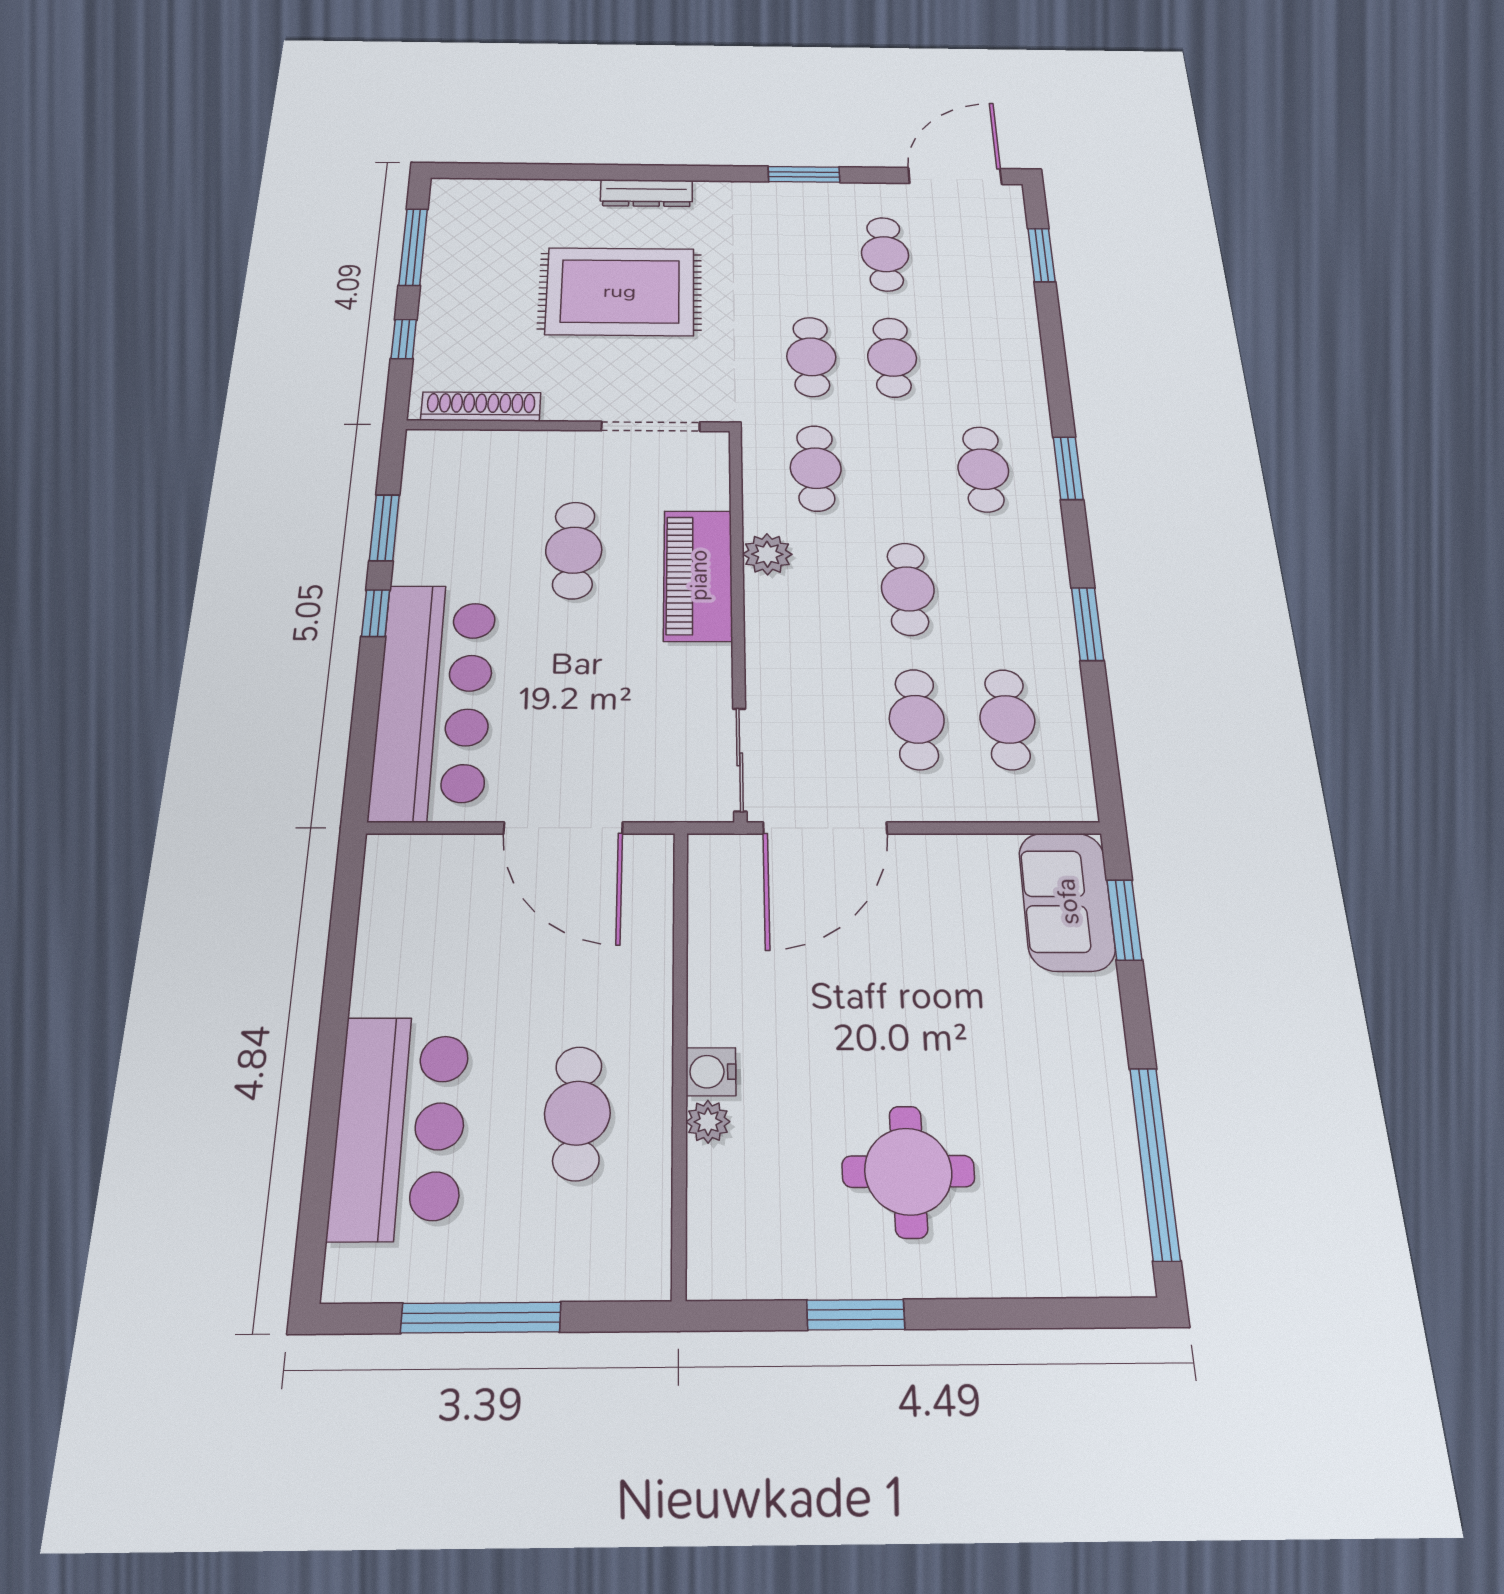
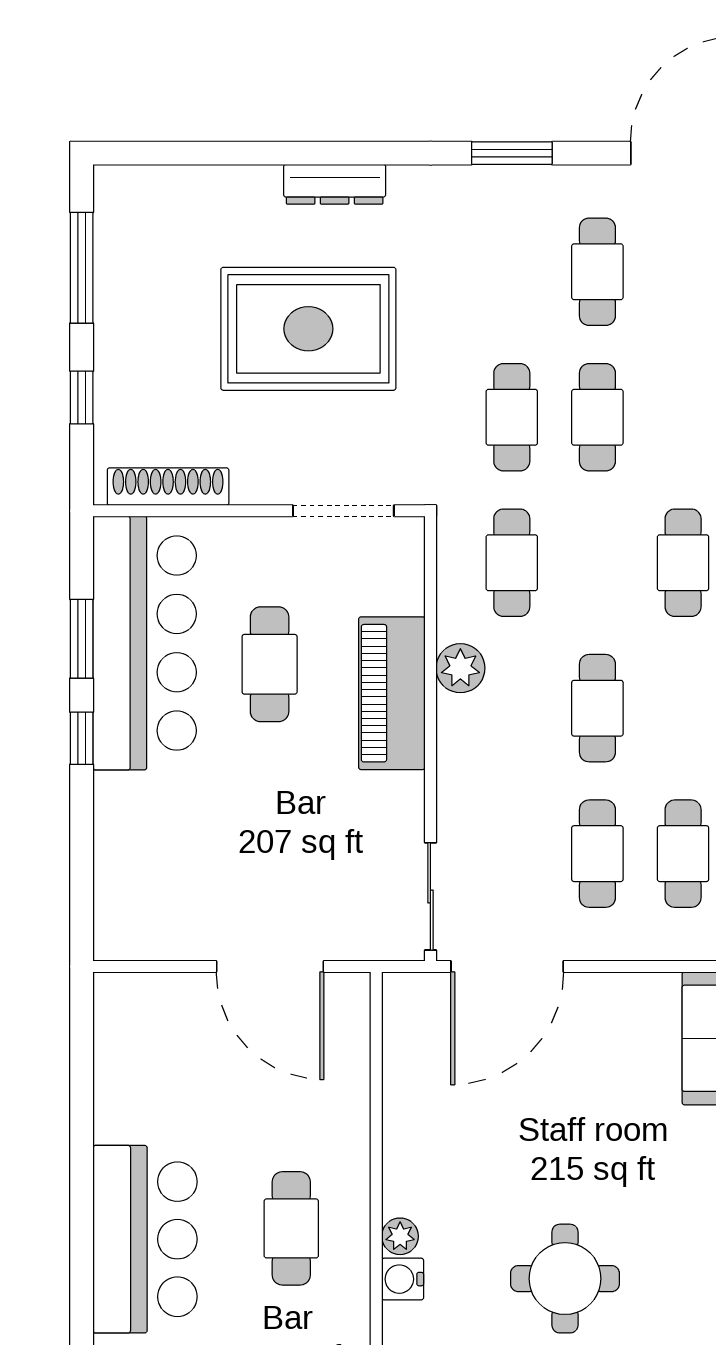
bar counter: (434, 700) -> (145, 643), moved
water cooler: (711, 1072) -> (403, 1279), moved

